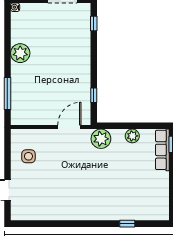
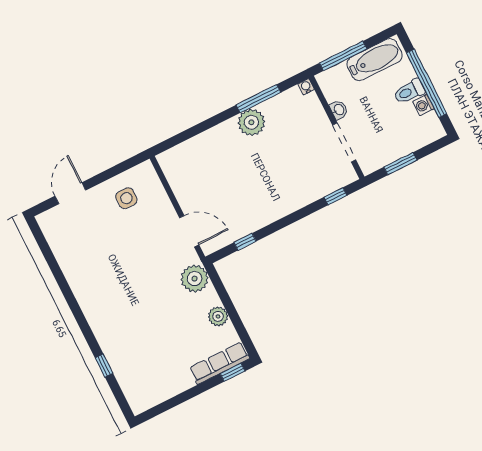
window: (7, 93) -> (258, 99), moved

